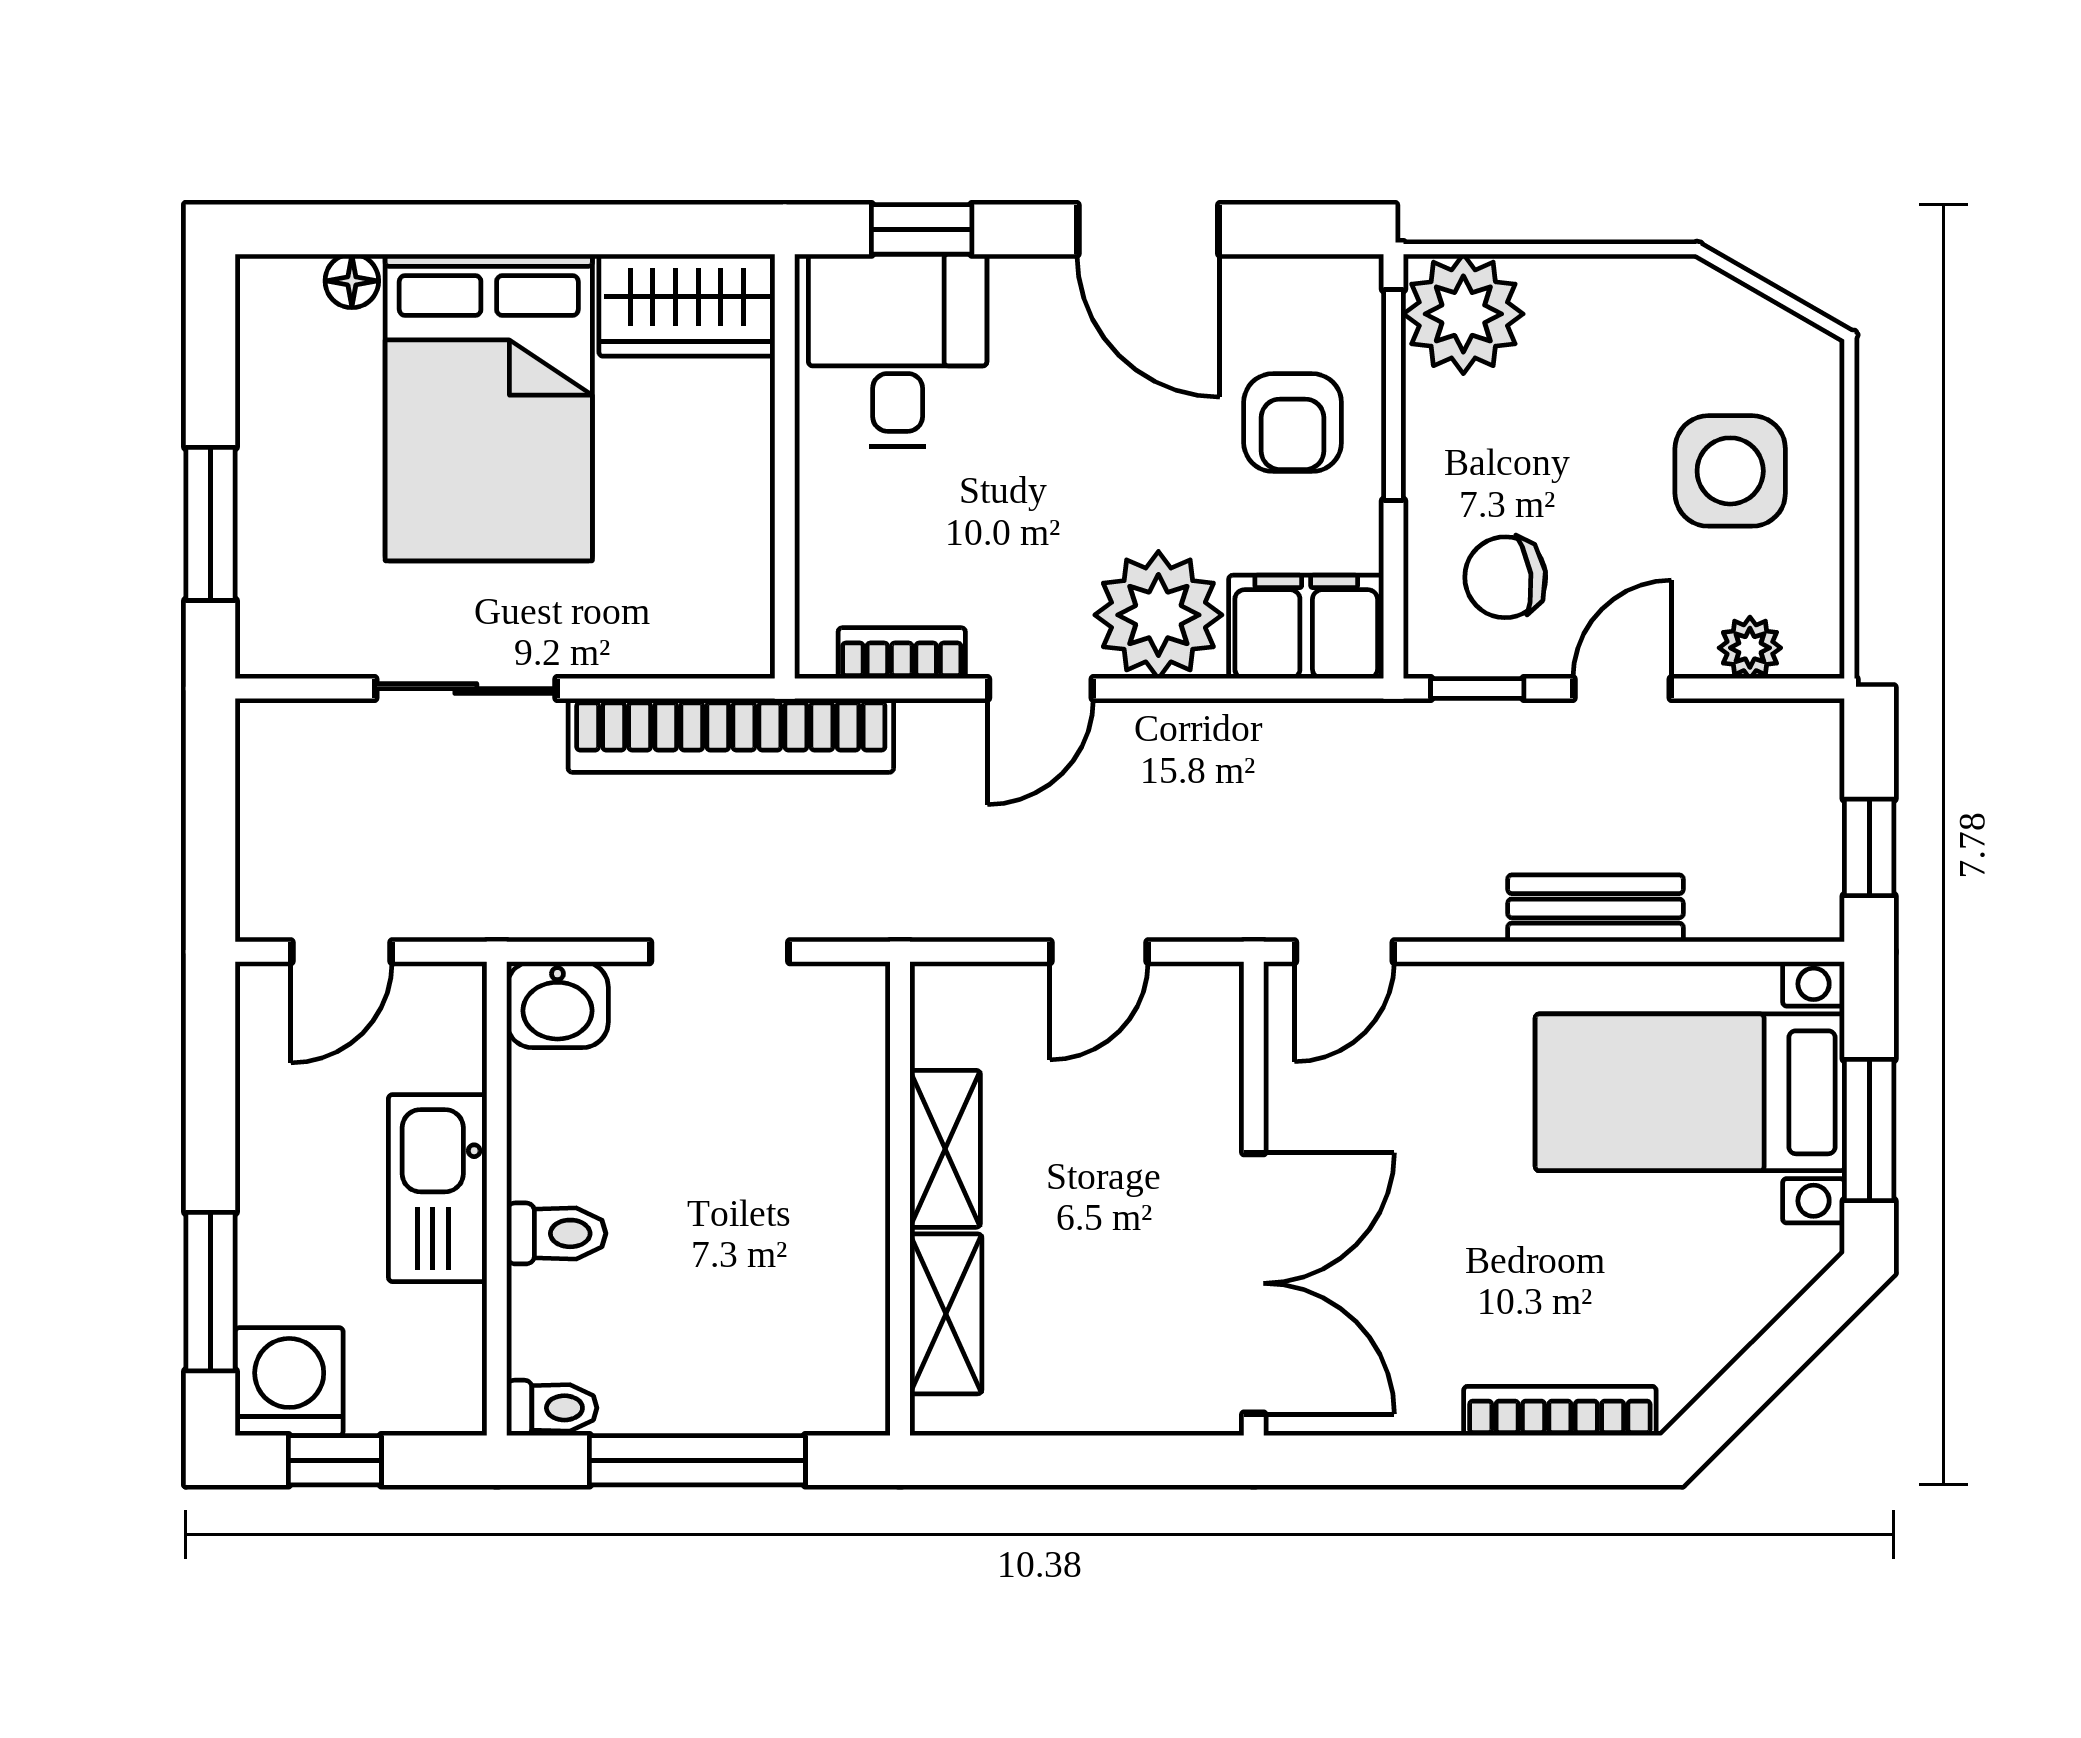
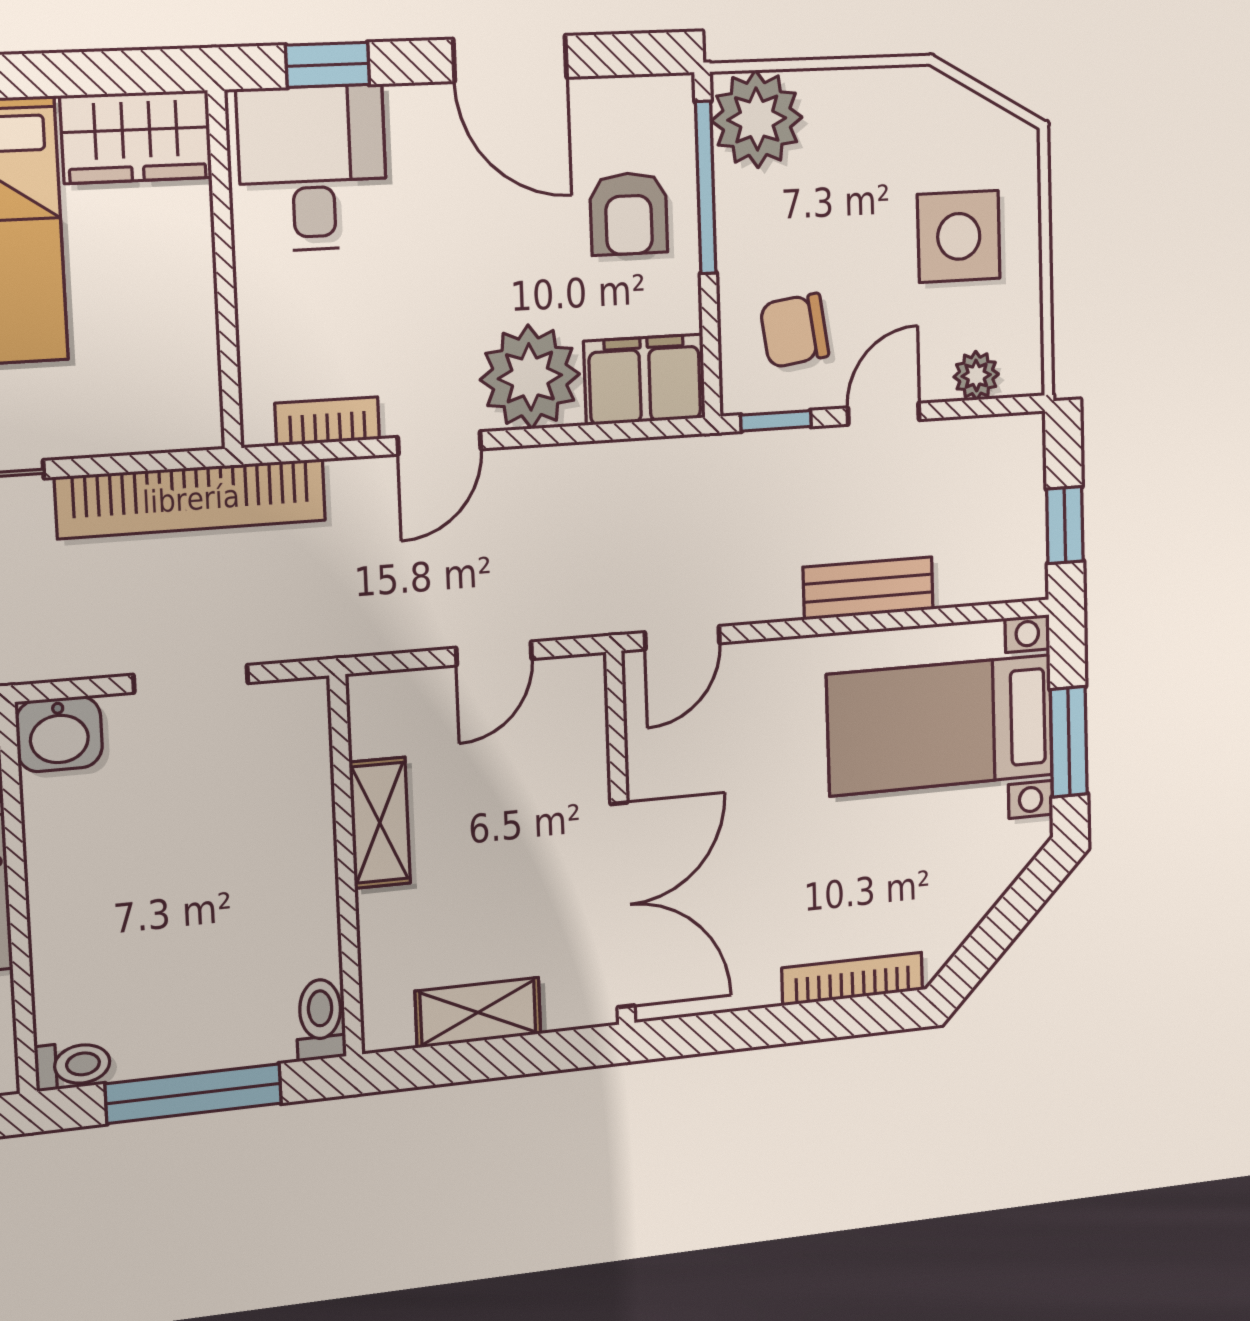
toilet: (556, 1233) -> (321, 1019), moved, turned -90
shelving: (946, 1314) -> (478, 1013), moved, turned 90

